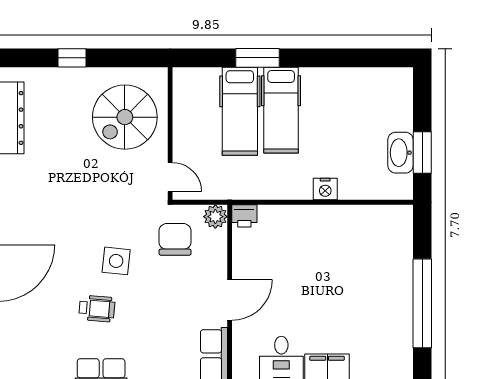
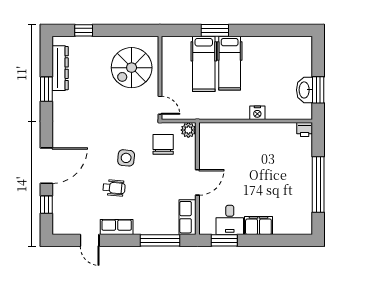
window: (72, 58) -> (84, 30), moved
printer: (244, 216) -> (305, 130), moved

